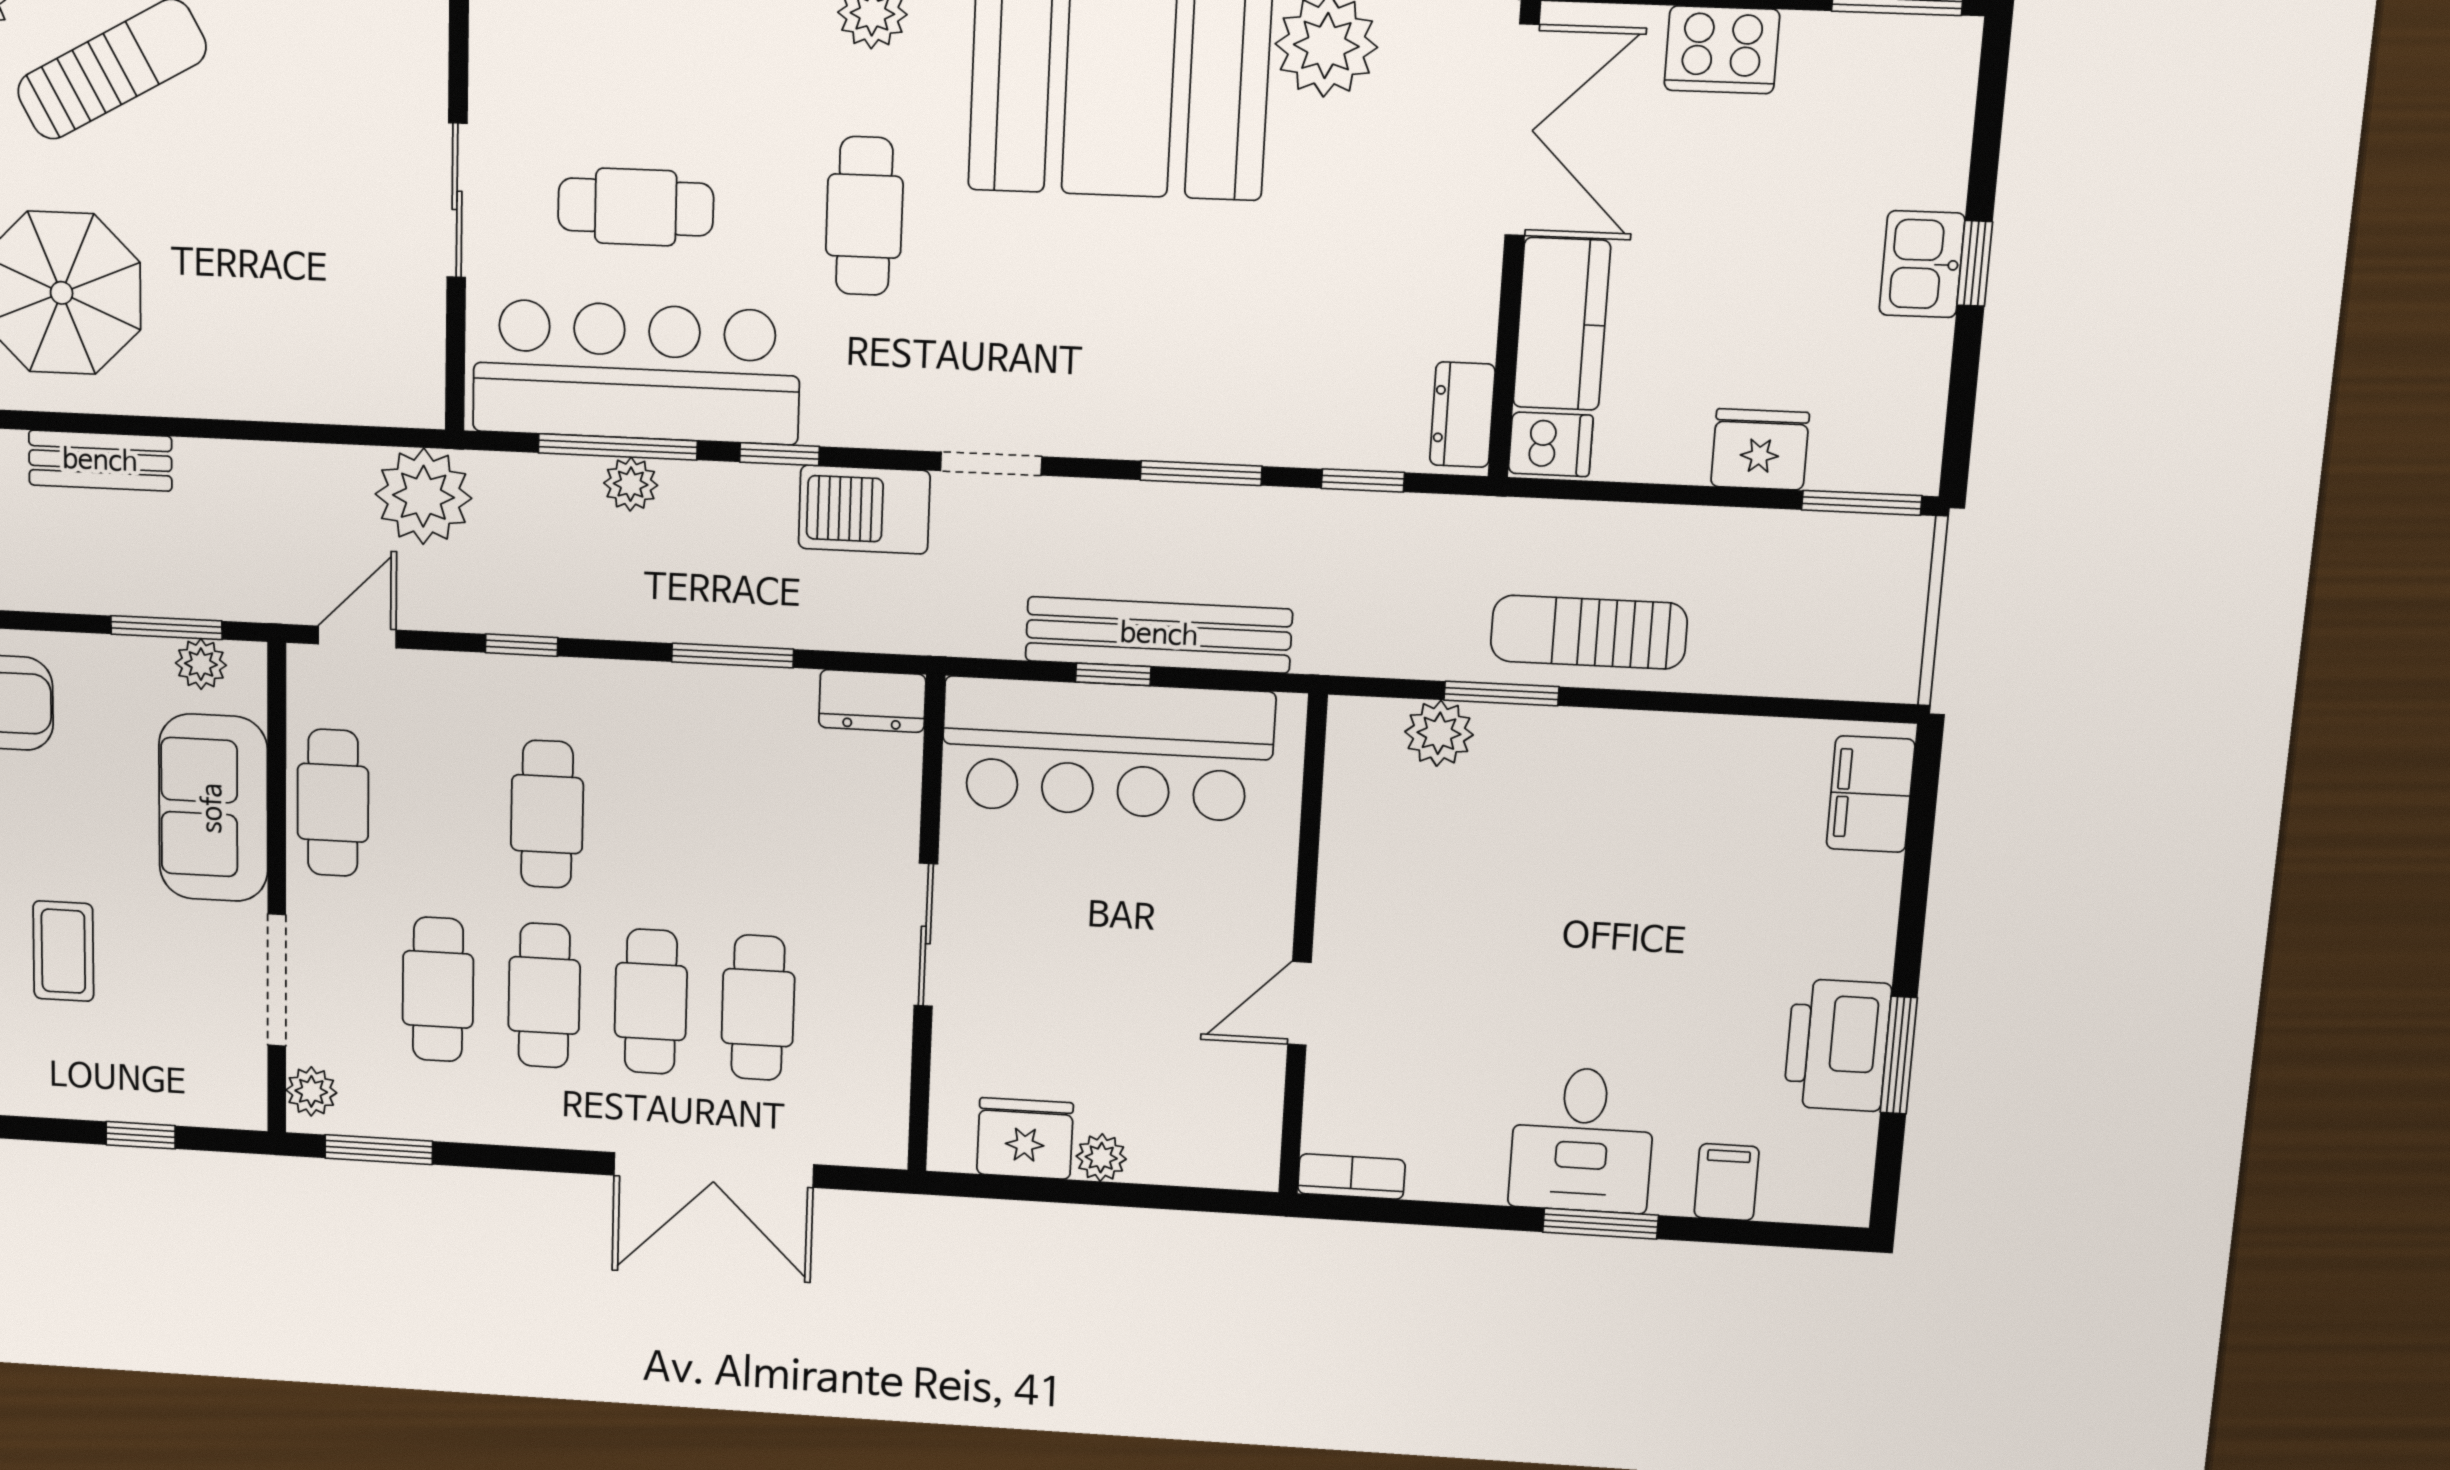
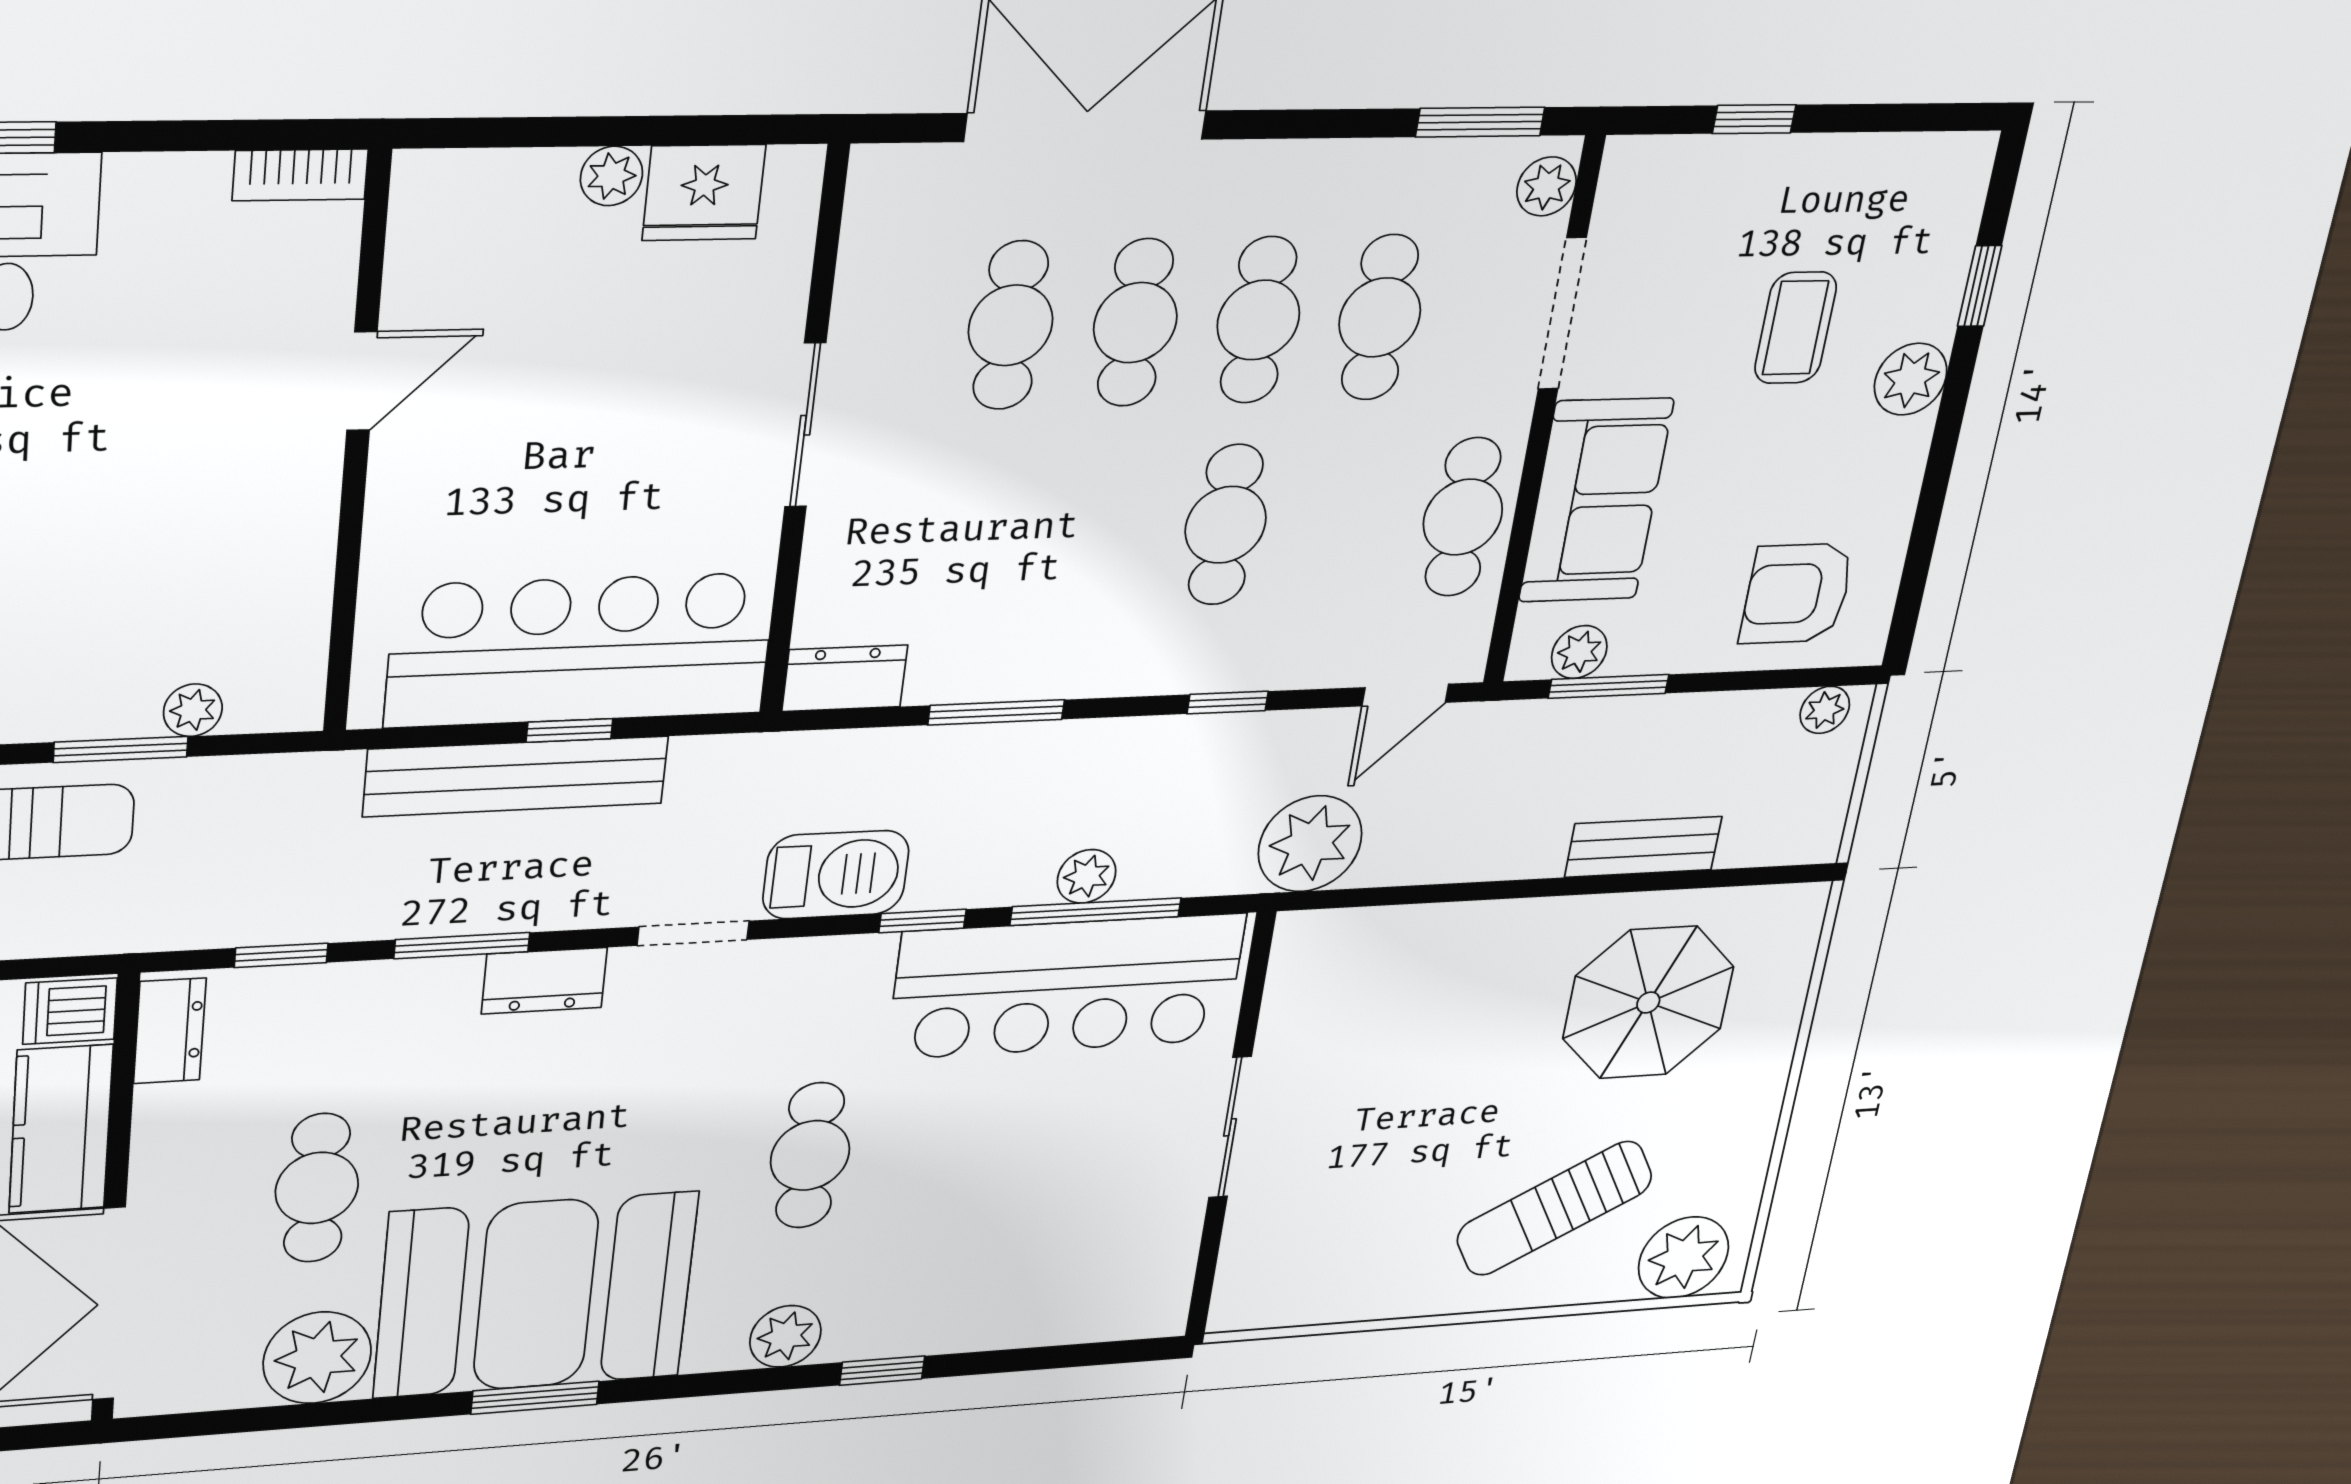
cafe table: (636, 207) -> (317, 1188), moved, turned 90
dresser: (1125, 429) -> (544, 981), added
plant: (1439, 733) -> (193, 710), width x0.73, depth x0.73

